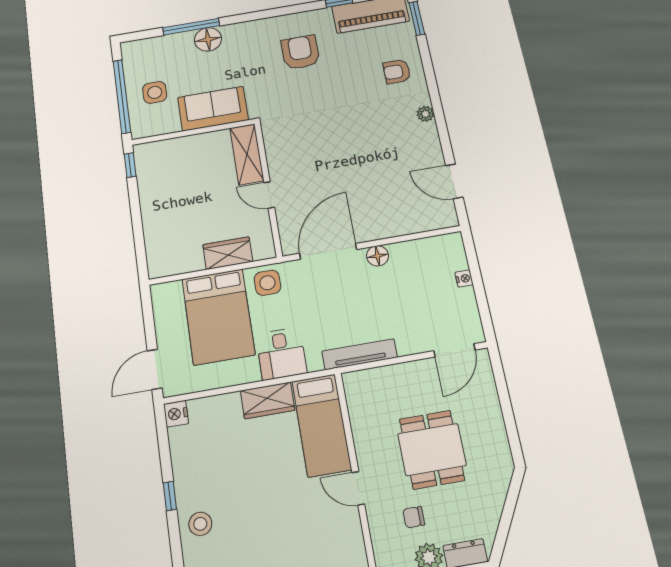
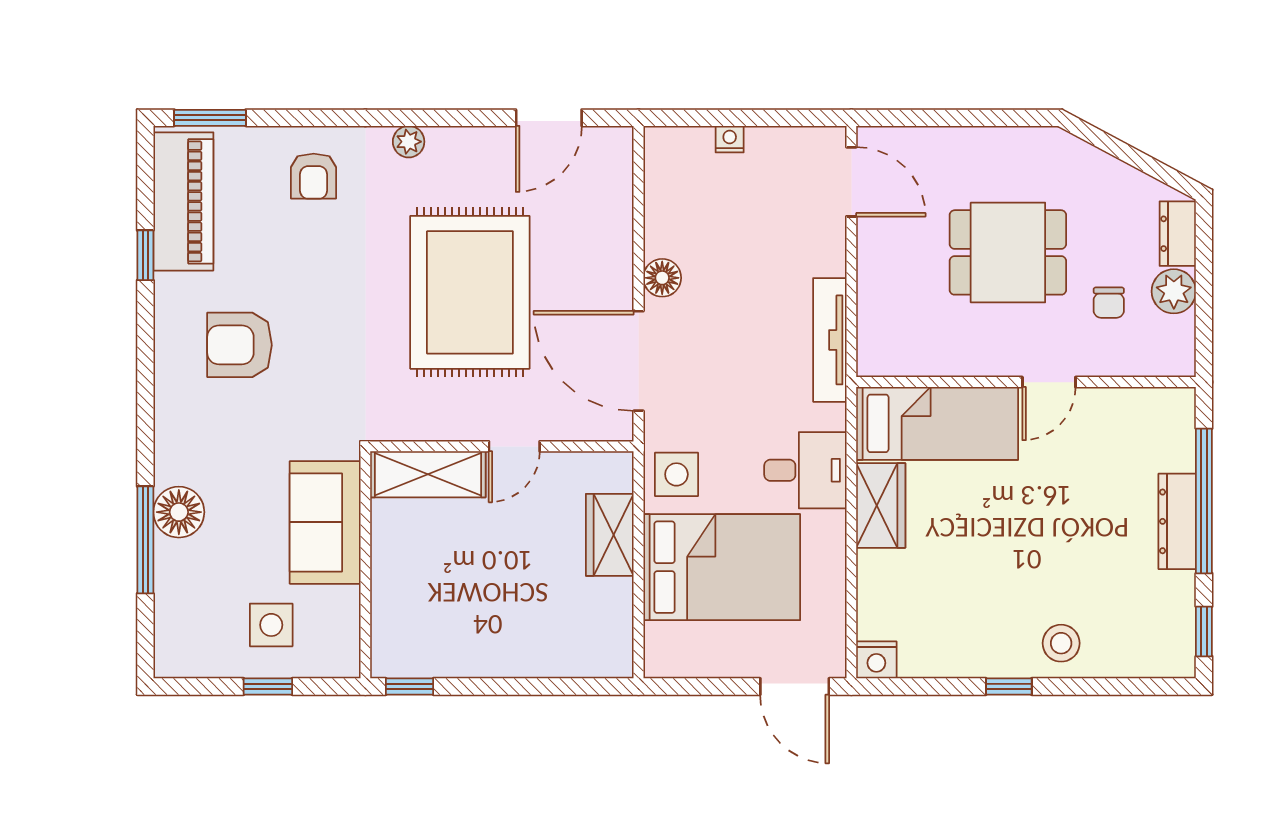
window: (122, 96) -> (268, 686), width x0.32
rug: (350, 158) -> (470, 292), added

